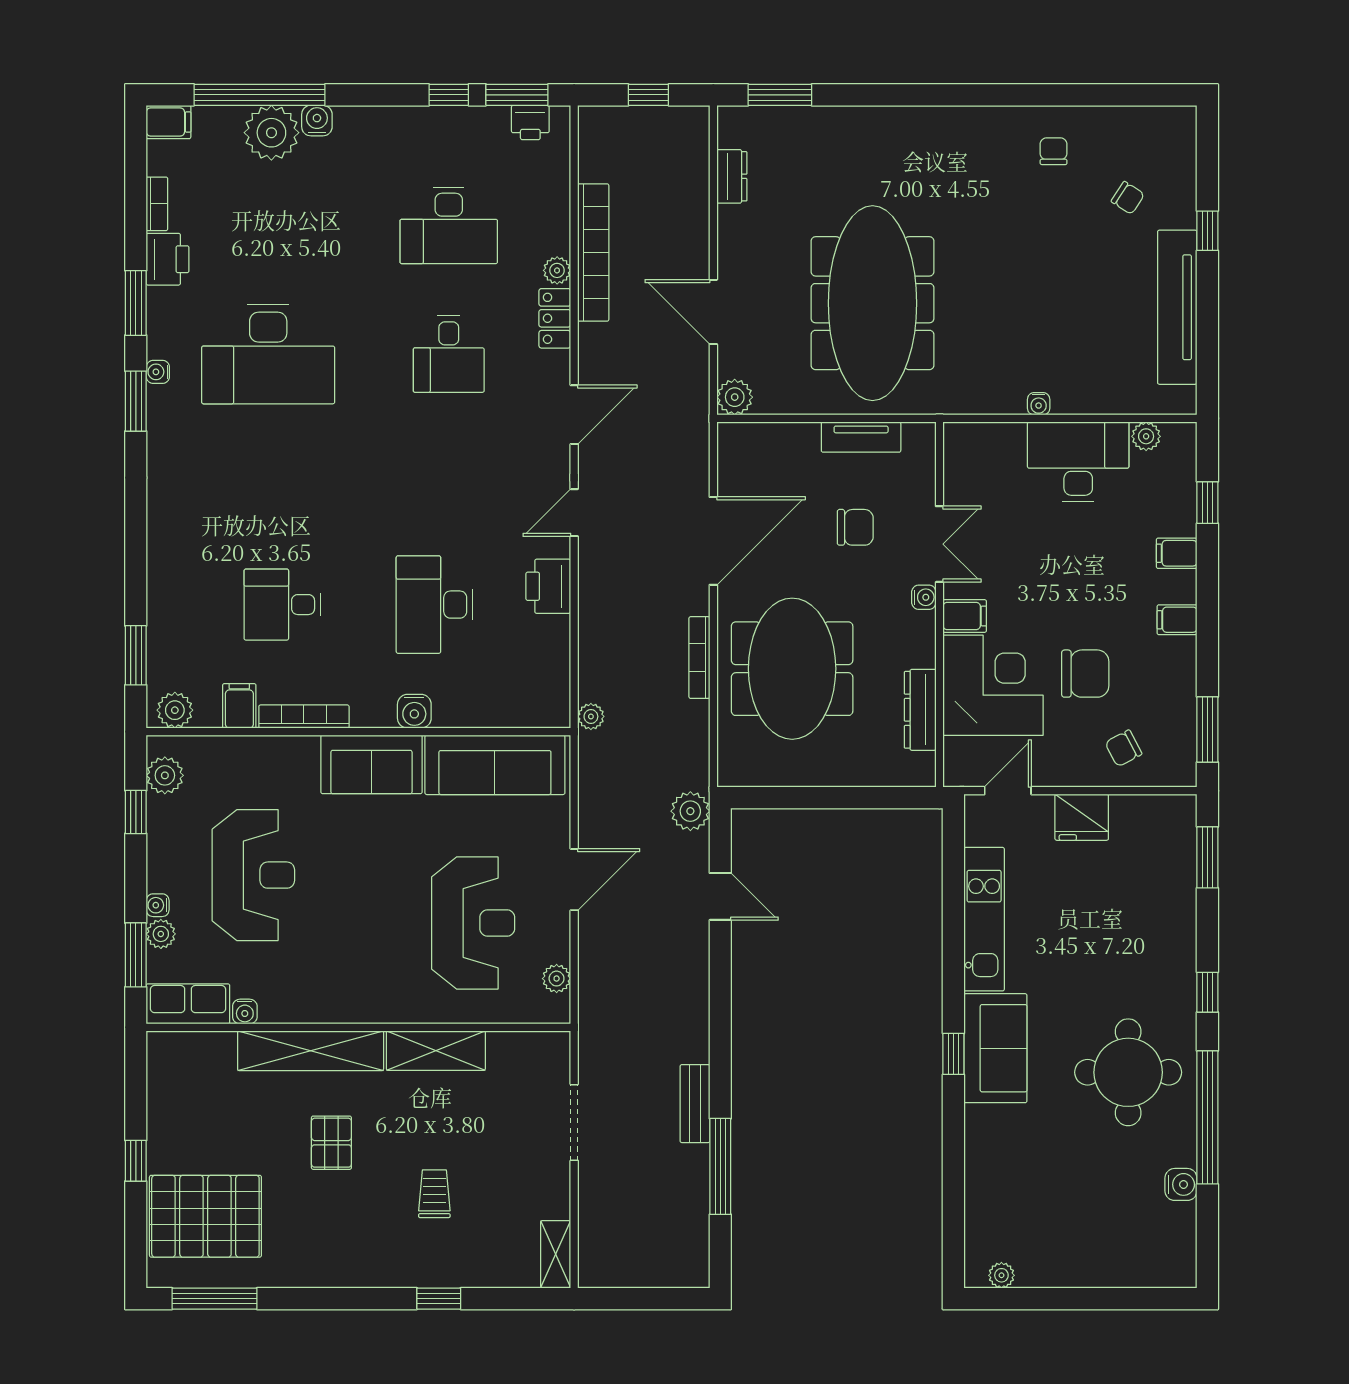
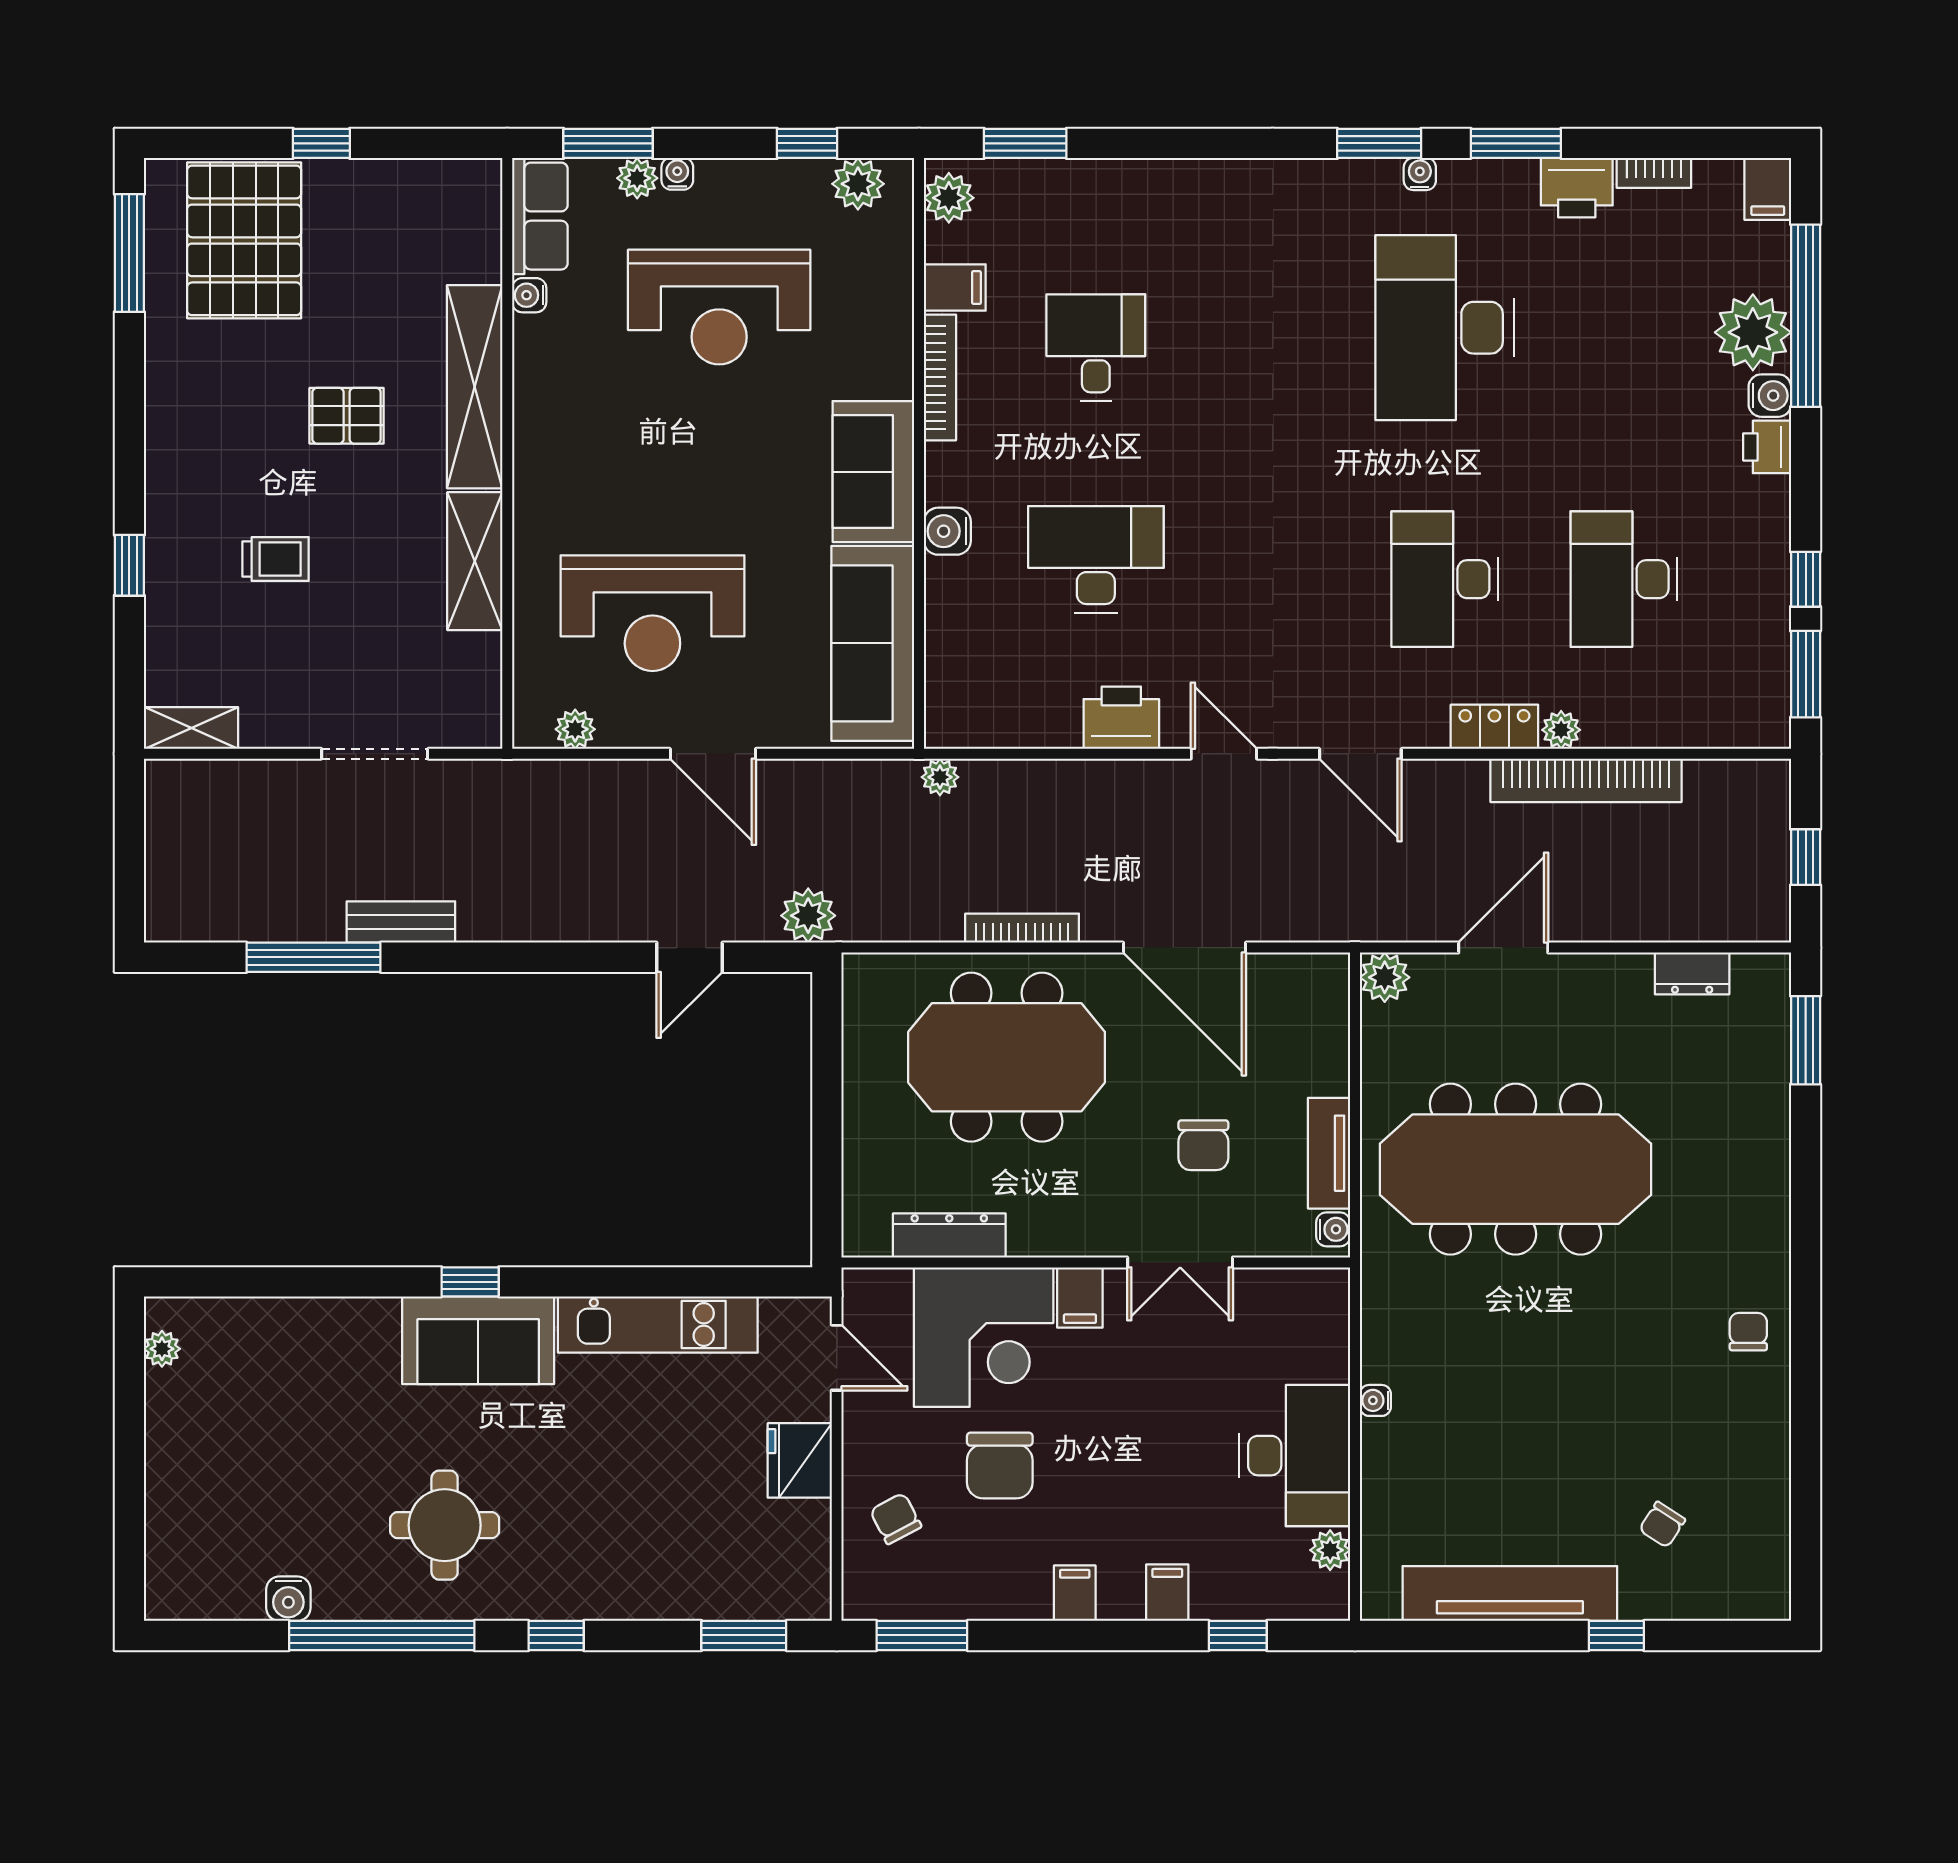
printer: (530, 122) -> (1767, 447), moved
chair: (1054, 151) -> (1748, 1332), moved, turned -90
desk: (449, 354) -> (1445, 579), width x1.37
water cooler: (924, 597) -> (1333, 1229), moved, turned -90
round table: (1128, 1072) -> (445, 1525), width x0.73, depth x0.73

